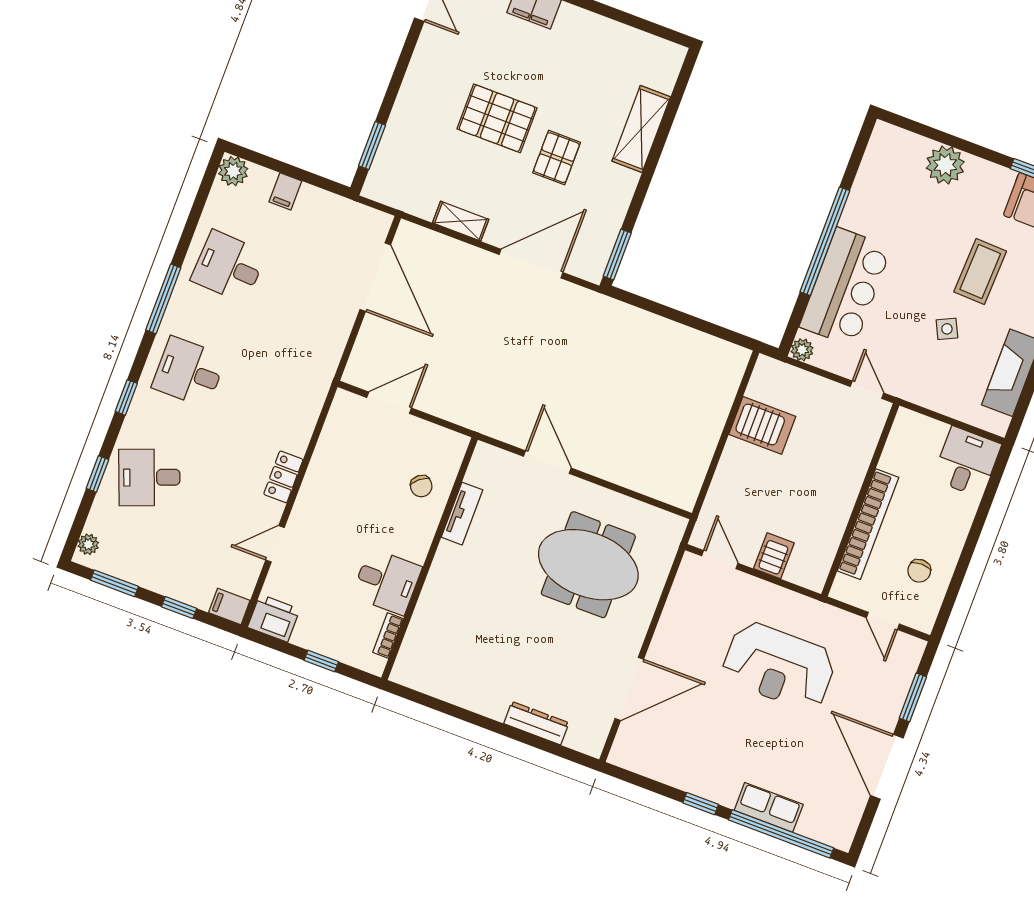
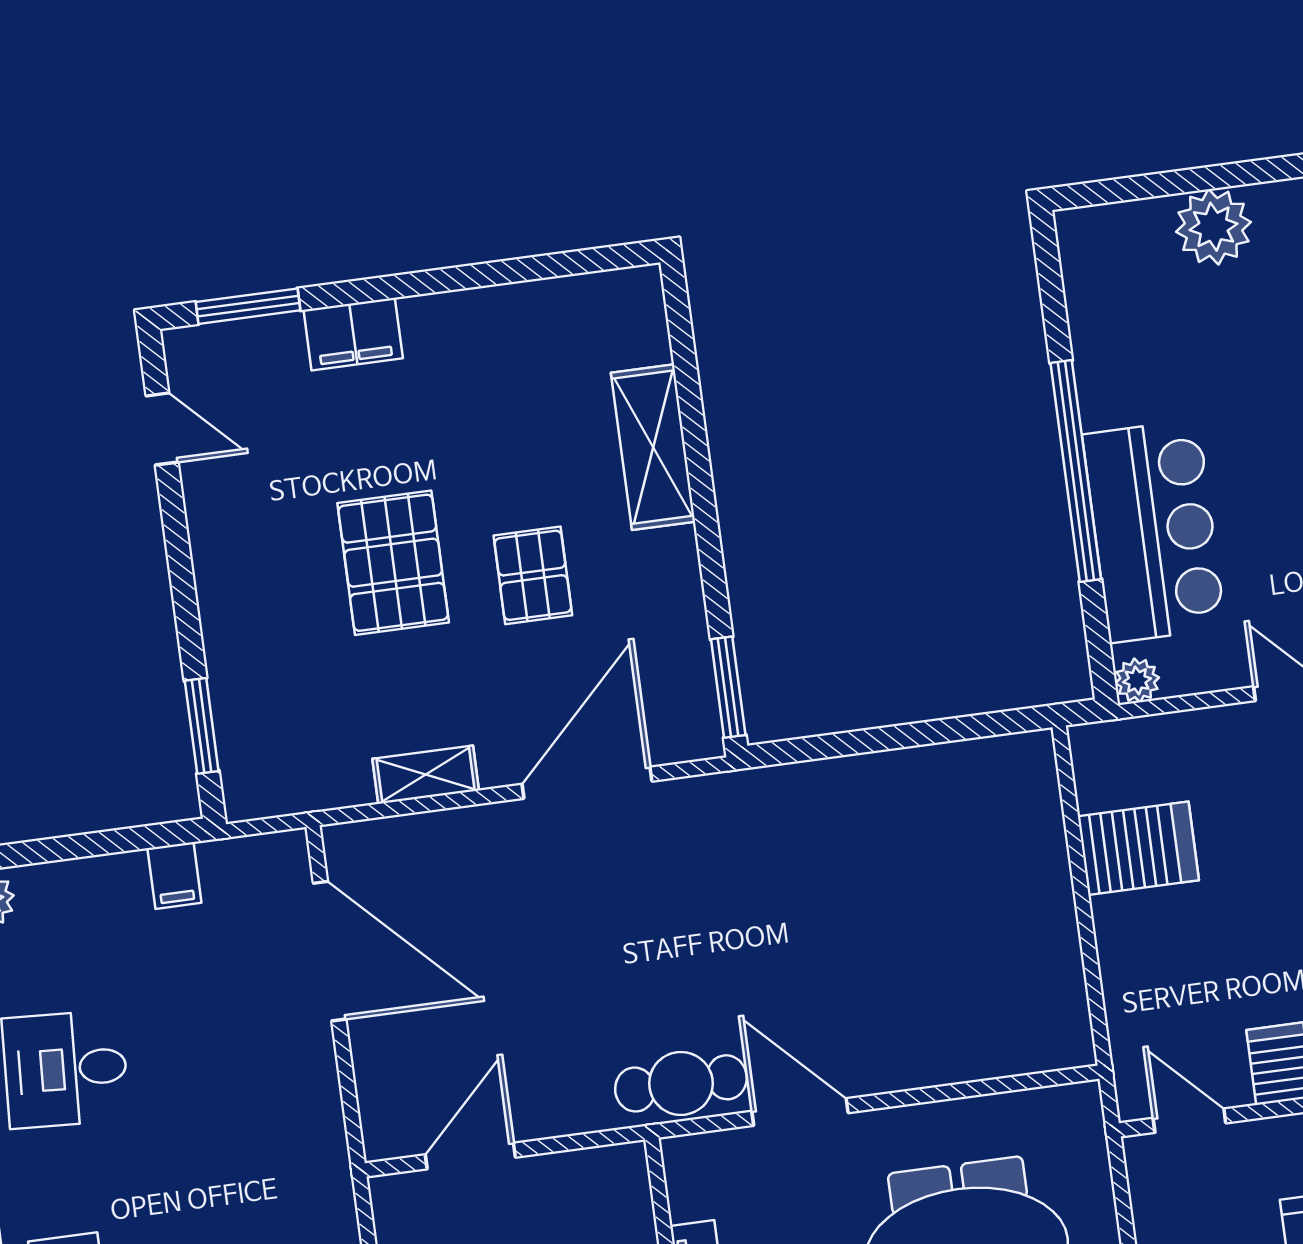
pallet: (497, 118) -> (393, 563), turned 90
filing cabinet: (285, 191) -> (174, 875), moved
cafe table: (501, 421) -> (681, 1083), added

